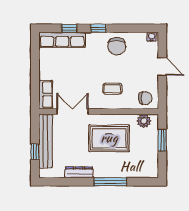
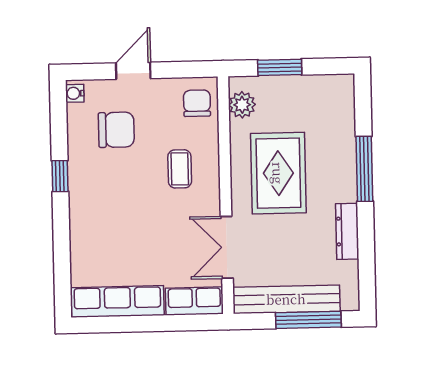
window: (69, 28) -> (62, 257), removed
window: (98, 28) -> (60, 176), moved
row of seats: (62, 40) -> (117, 301), moved, turned -90
chair: (117, 46) -> (116, 130), moved
window: (35, 152) -> (308, 320), width x2.17

